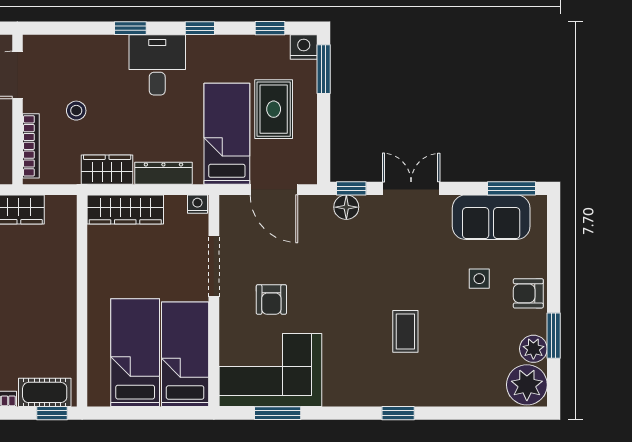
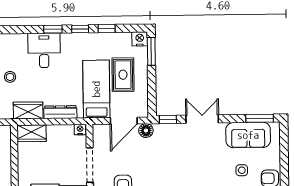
window: (130, 28) -> (53, 29), moved
window: (270, 28) -> (107, 29), moved
desk: (157, 65) -> (44, 50), moved
door: (274, 190) -> (124, 121), hinge flipped
floor lamp: (346, 207) -> (146, 131), moved
wardrobe: (125, 210) -> (32, 133), width x0.67

